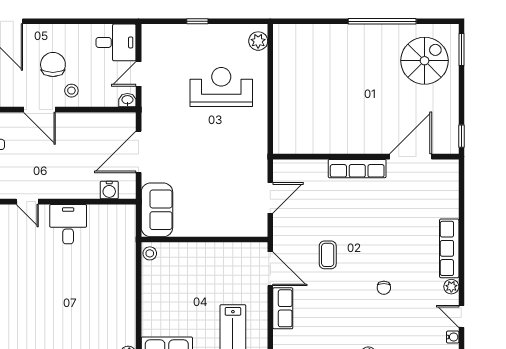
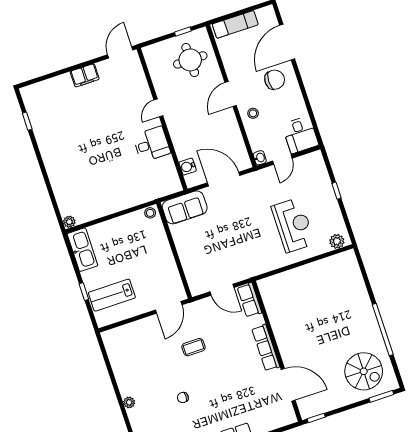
chair: (53, 65) -> (275, 80), moved
door: (139, 74) -> (282, 160), swing flipped
row of seats: (283, 308) -> (249, 300), moved, turned 90

